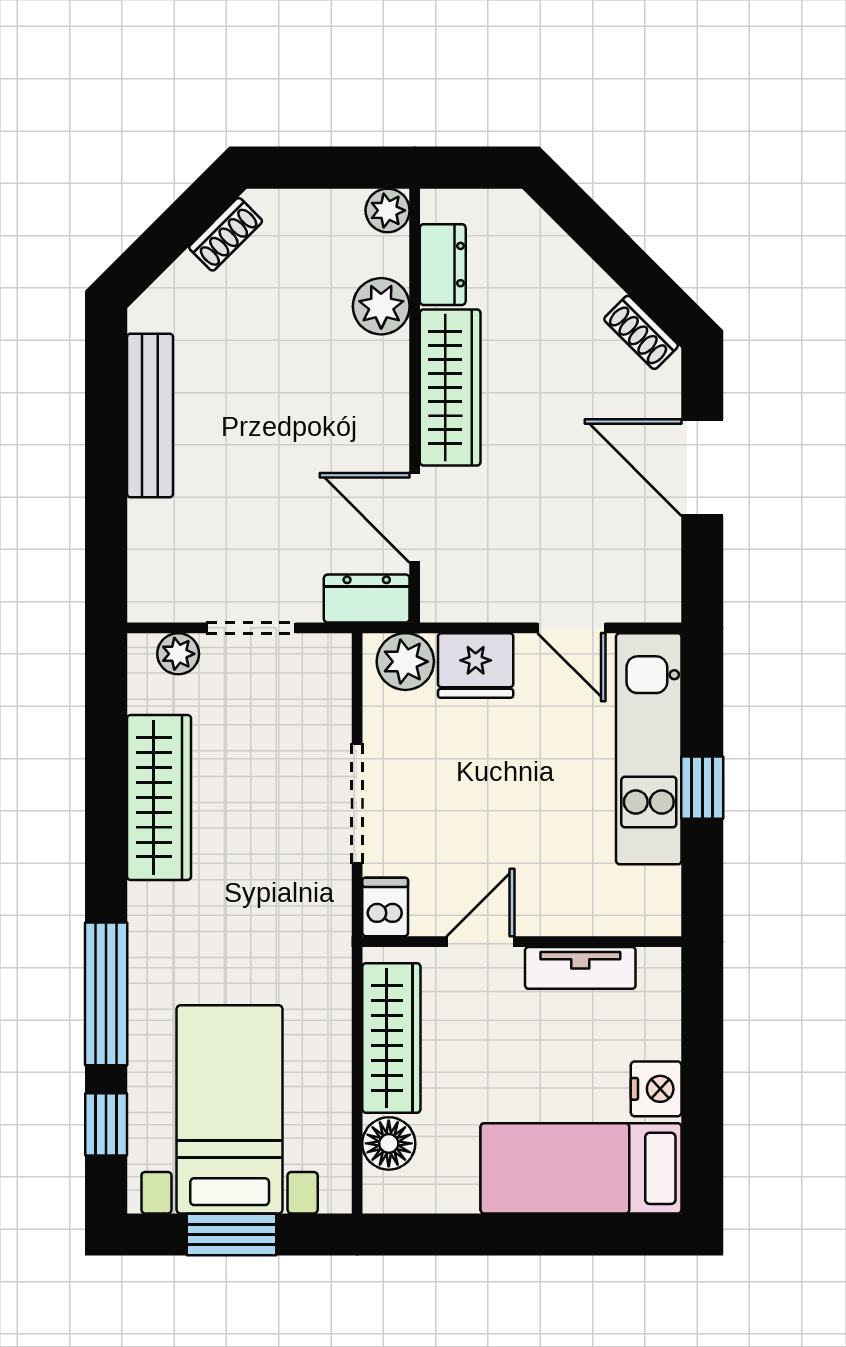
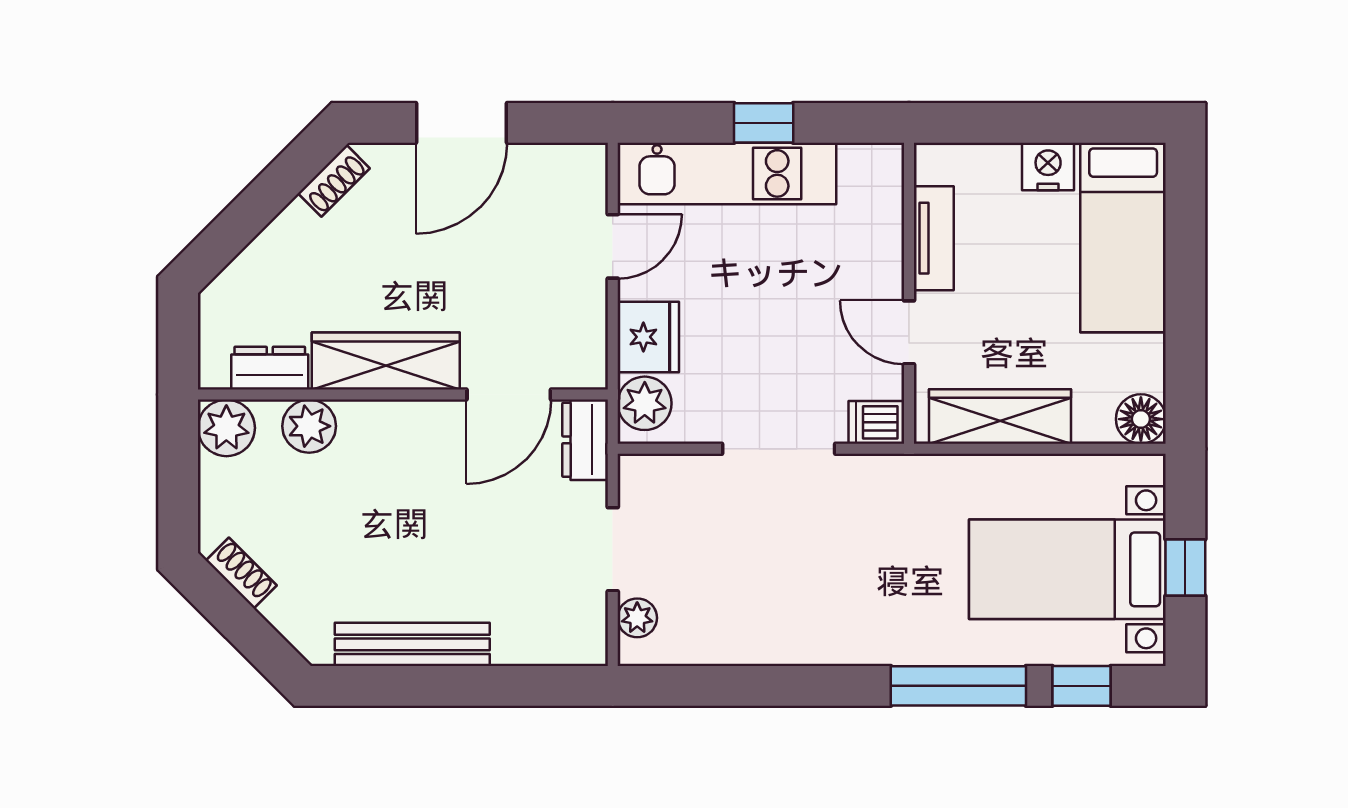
plant: (388, 210) -> (226, 428), width x1.38, depth x1.38
wardrobe: (159, 797) -> (773, 636), removed
floor lamp: (389, 1143) -> (1141, 419), moved
window: (232, 1234) -> (1185, 567), width x0.67

